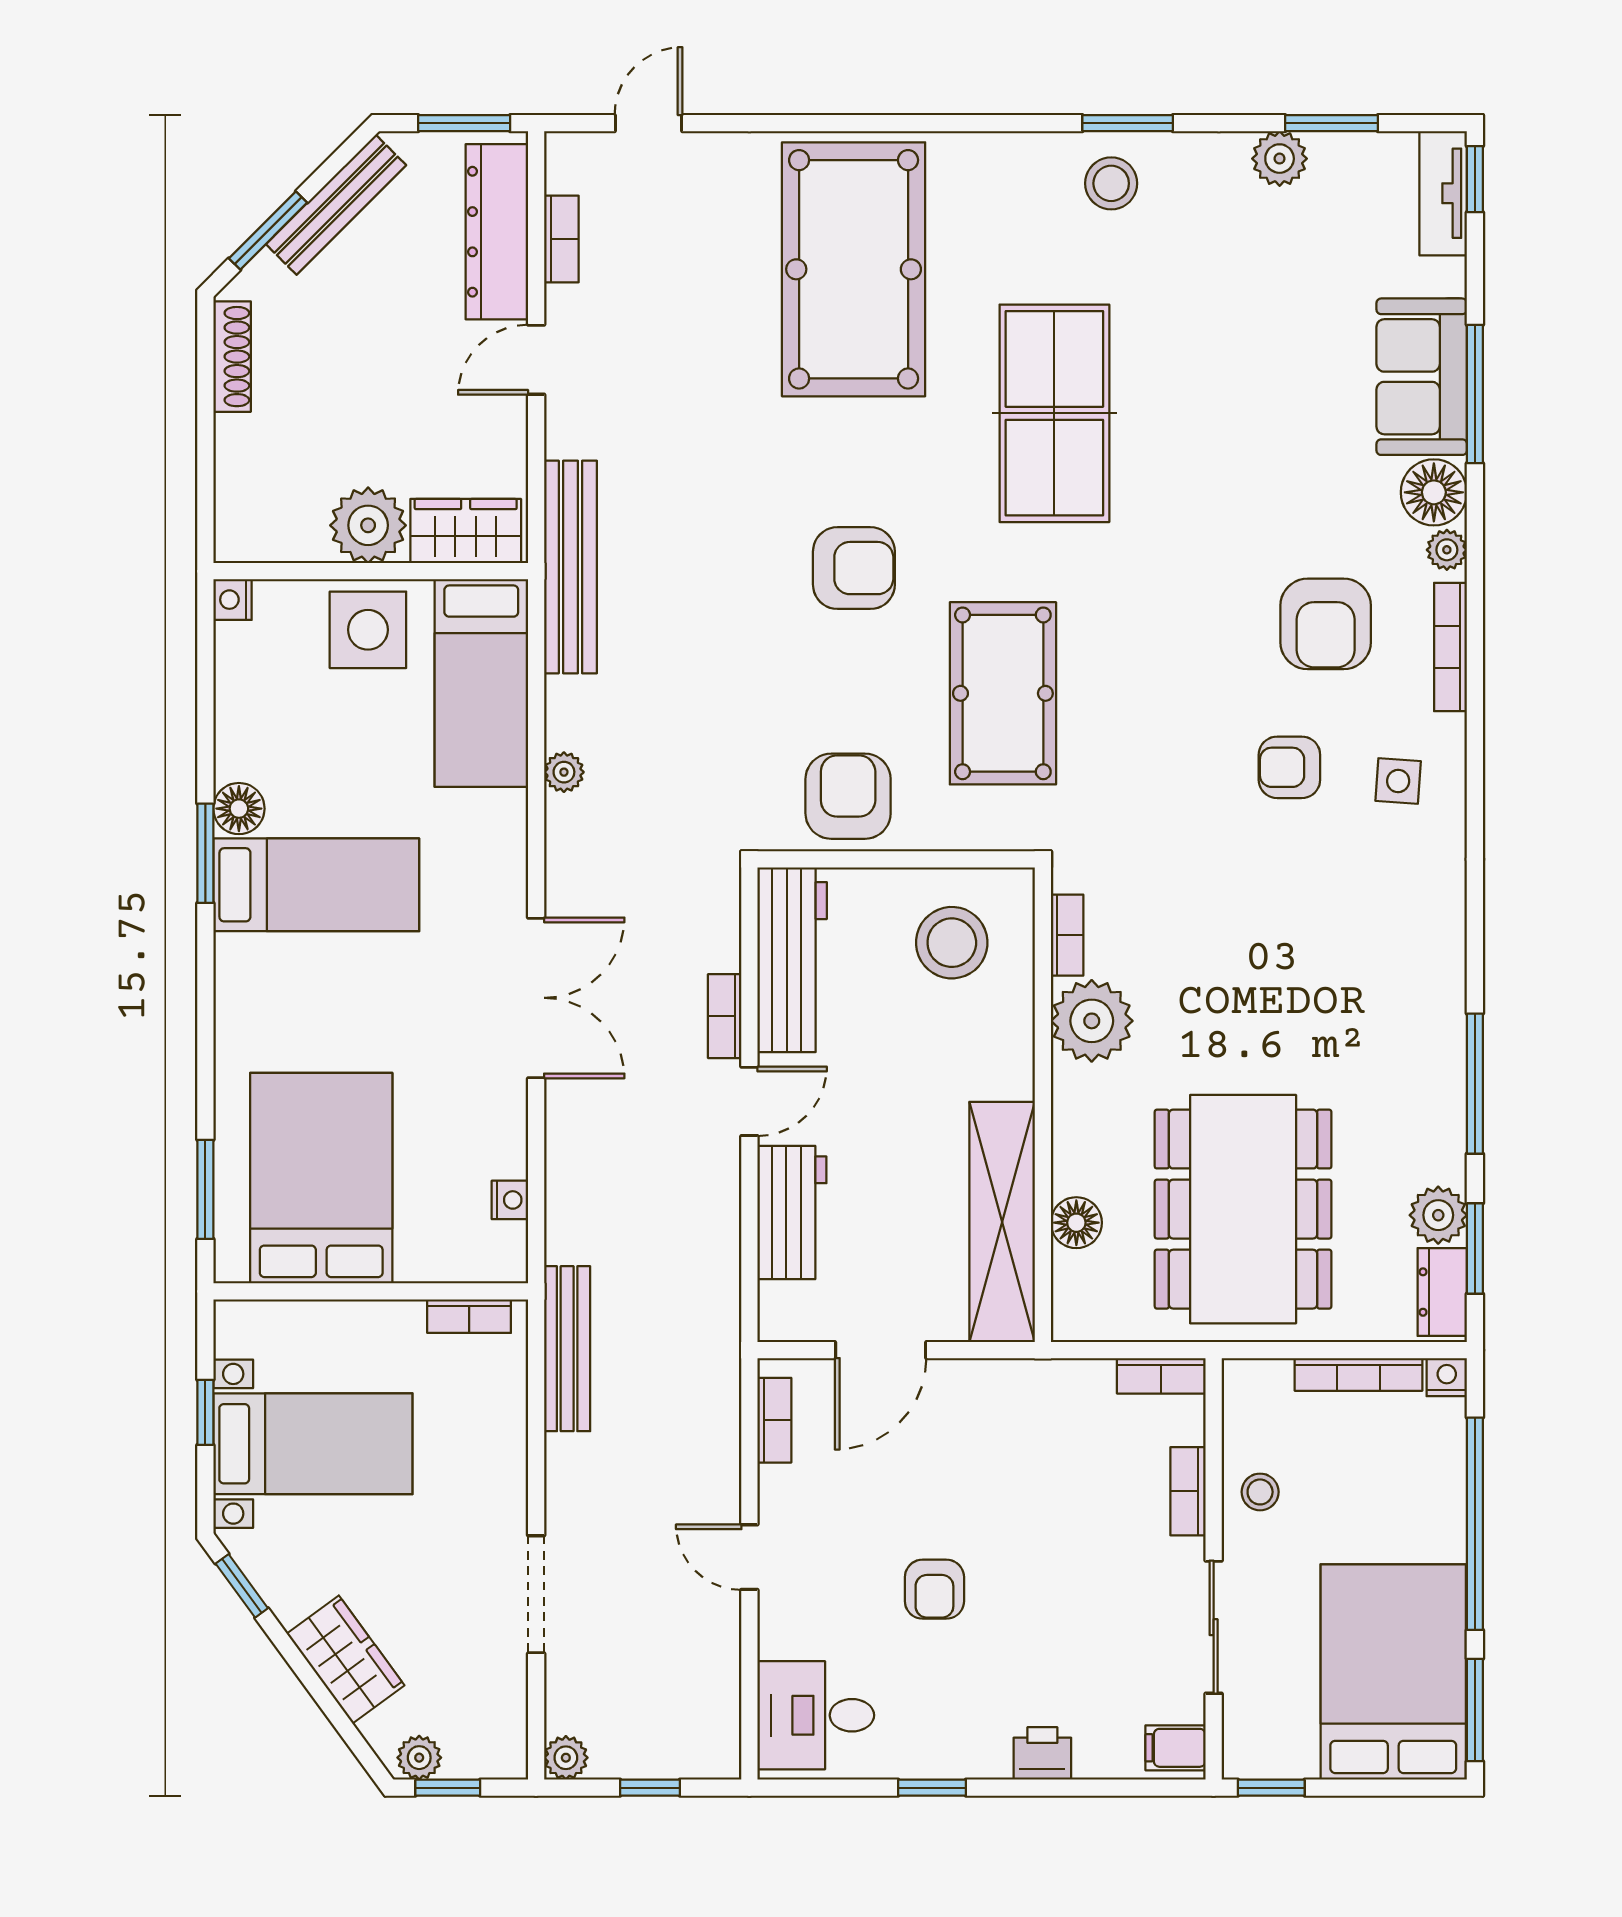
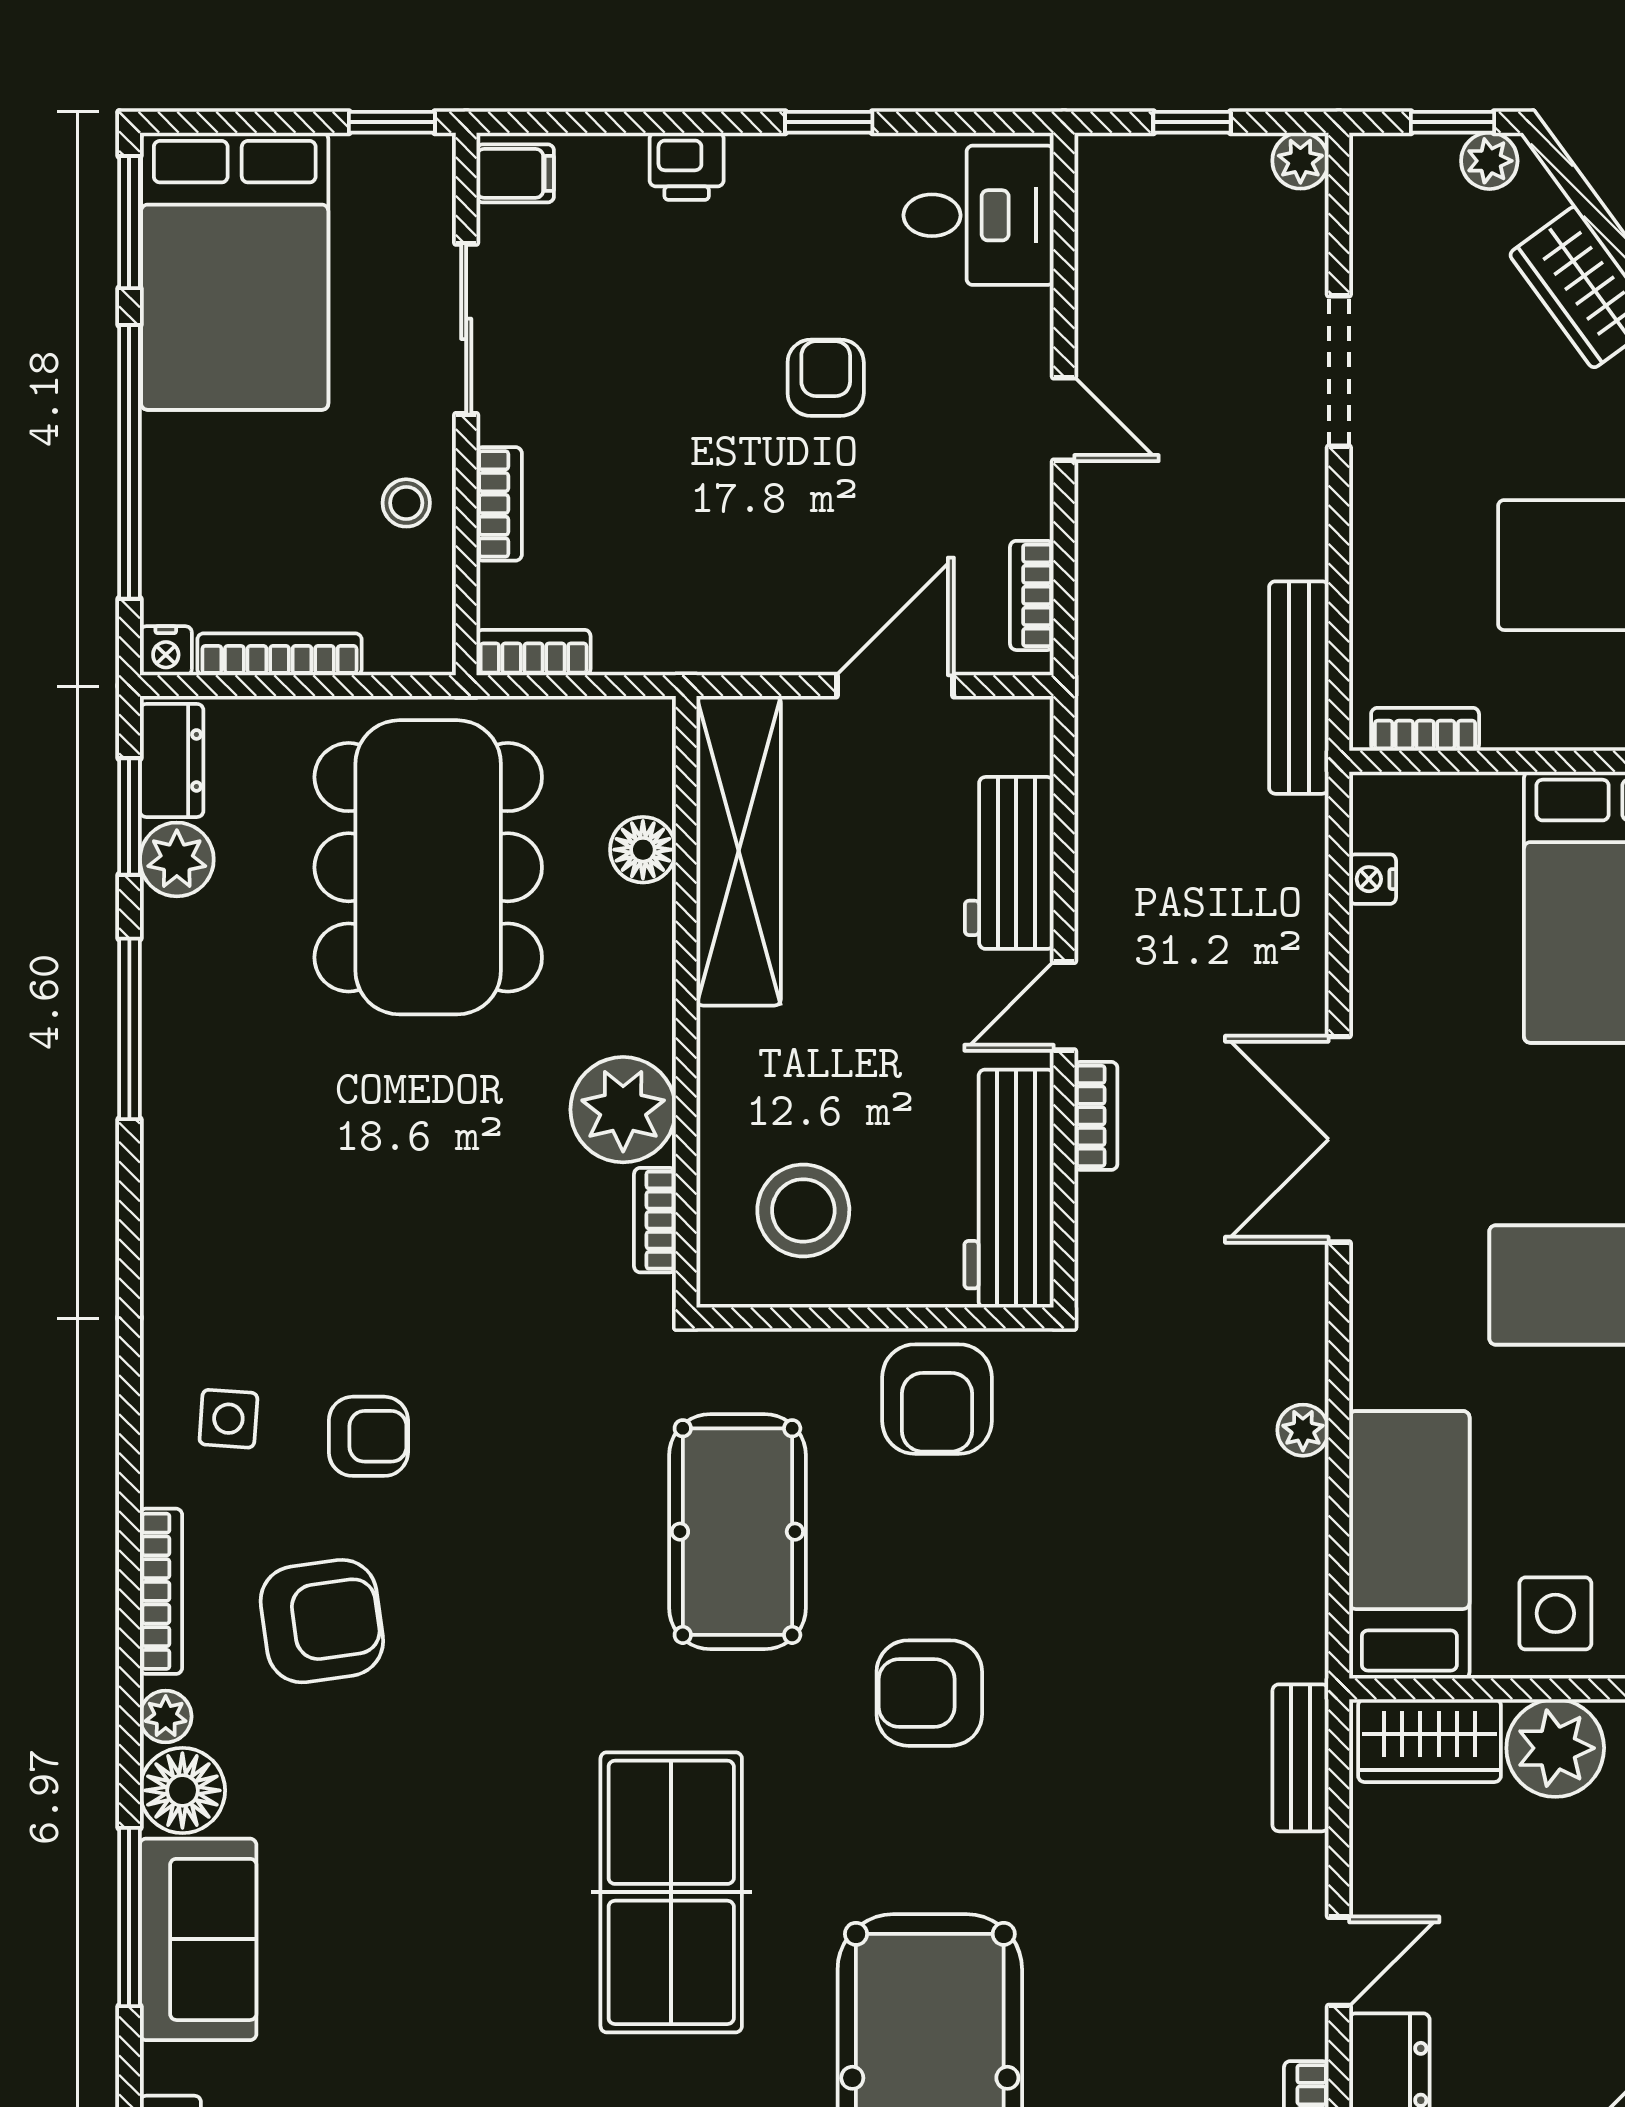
bench: (570, 567) -> (1300, 1758), width x0.54, depth x0.82
armchair: (1326, 624) -> (322, 1621), turned 82
side table: (368, 630) -> (1555, 1613), width x0.73, depth x0.73

